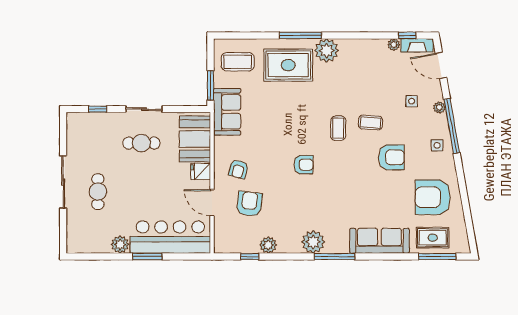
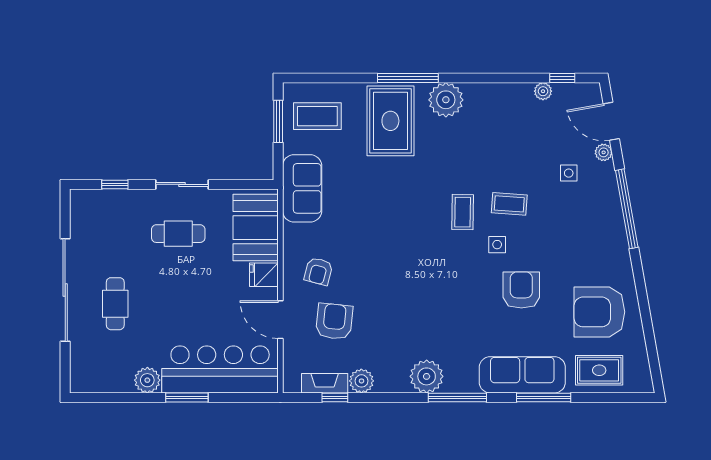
fireplace: (417, 45) -> (325, 383), moved, turned 180
rug: (288, 65) -> (390, 121), turned 90
window: (210, 85) -> (278, 121), moved
plant: (439, 107) -> (604, 152), moved
side table: (437, 145) -> (497, 245), moved
armchair: (391, 157) -> (521, 290), moved, turned -90
armchair: (304, 165) -> (413, 265), removed
sliding door: (63, 182) -> (65, 290), width x1.36
window: (437, 256) -> (544, 397), moved

